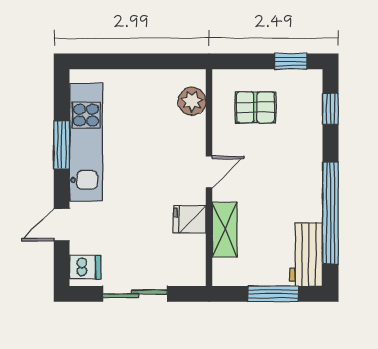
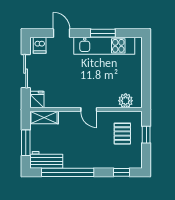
window: (291, 61) -> (146, 135), moved
fridge: (190, 219) -> (37, 99), moved
shelving: (225, 230) -> (44, 118), moved

